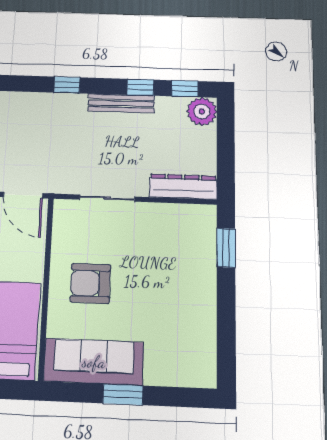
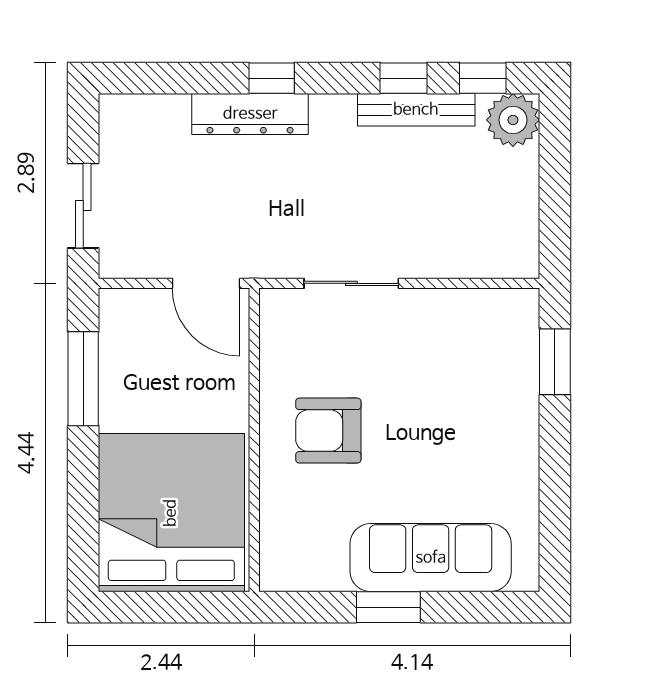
bench: (121, 103) -> (416, 110), moved
dresser: (183, 187) -> (250, 114), moved, turned 180
sofa: (94, 362) -> (431, 558), moved

